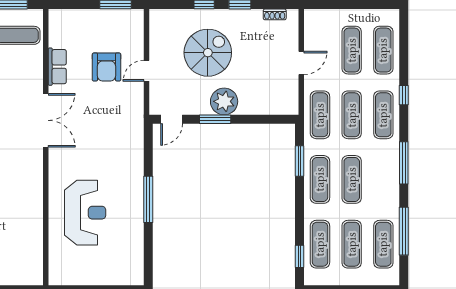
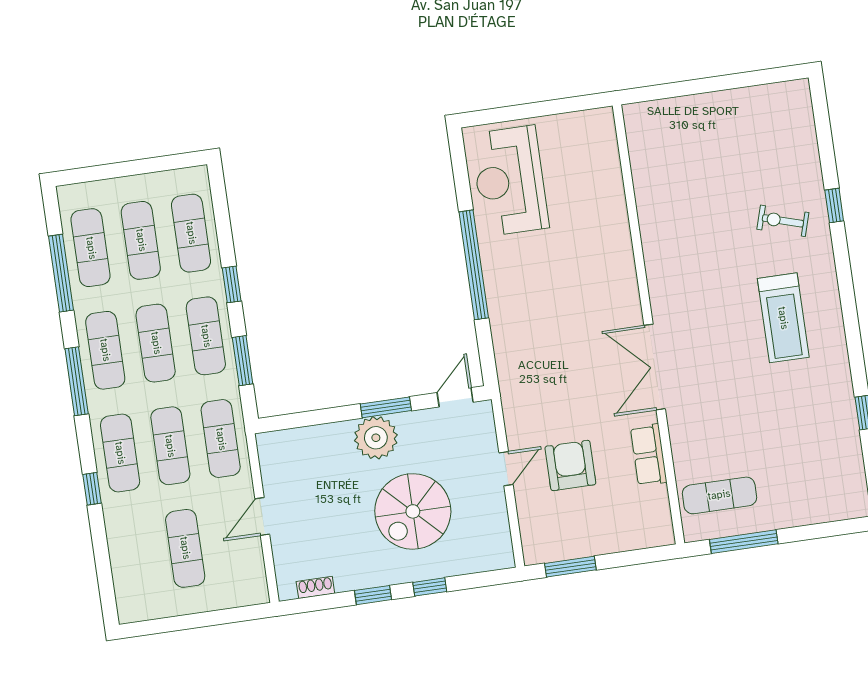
exercise mat: (383, 50) -> (105, 350), moved
window: (148, 199) -> (474, 265), width x1.46
reception desk: (85, 213) -> (510, 181), moved
window: (300, 256) -> (232, 284), moved

